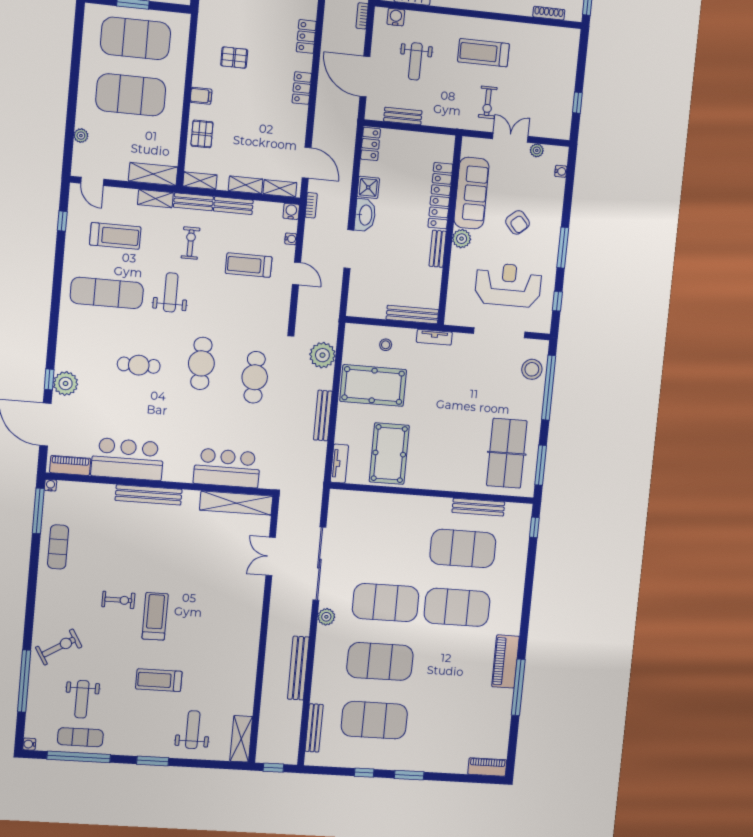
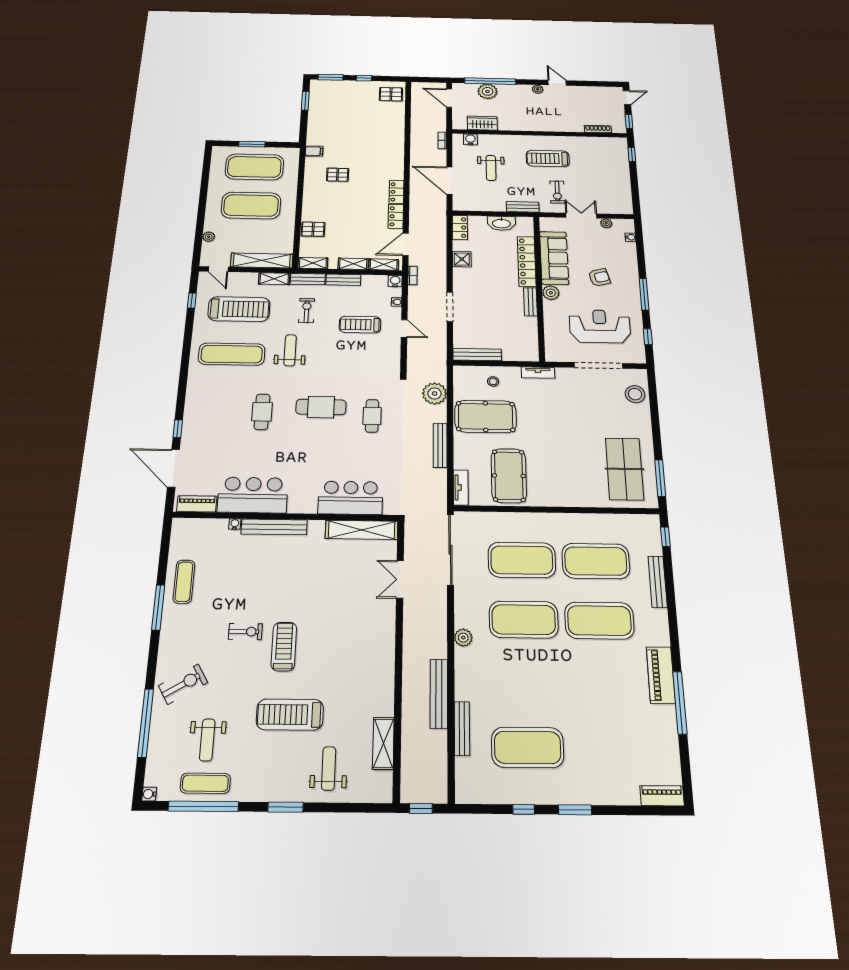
locker: (306, 36) -> (396, 216), moved
filing cabinet: (201, 96) -> (314, 151), moved
window: (577, 103) -> (632, 154), moved
bench: (403, 116) -> (523, 207), moved
pallet: (202, 134) -> (313, 229), turned 90
door: (307, 163) -> (406, 244), swing flipped
shelving: (153, 174) -> (262, 261), width x1.47
washbasin: (365, 215) -> (501, 223), moved, turned 90
armchair: (518, 222) -> (599, 277), turned -64
treadmill: (115, 236) -> (239, 309), width x1.37, depth x1.38
bench: (412, 315) -> (477, 355), moved
cafe table: (201, 363) -> (321, 407), turned 90
cafe table: (139, 365) -> (262, 412), turned 90
cafe table: (255, 377) -> (372, 416), width x0.73, depth x0.74
plant: (66, 383) -> (193, 431), removed
window: (549, 388) -> (654, 409), removed
water cooler: (50, 485) -> (235, 524), moved
bench: (478, 507) -> (658, 582), moved, turned 90
window: (38, 511) -> (158, 607), moved
sliding door: (319, 564) -> (450, 550), moved
exercise mat: (380, 661) -> (522, 560), moved
treadmill: (159, 680) -> (290, 715), width x1.37, depth x1.38
bench: (314, 728) -> (462, 728), moved
shelving: (241, 739) -> (383, 743), moved

